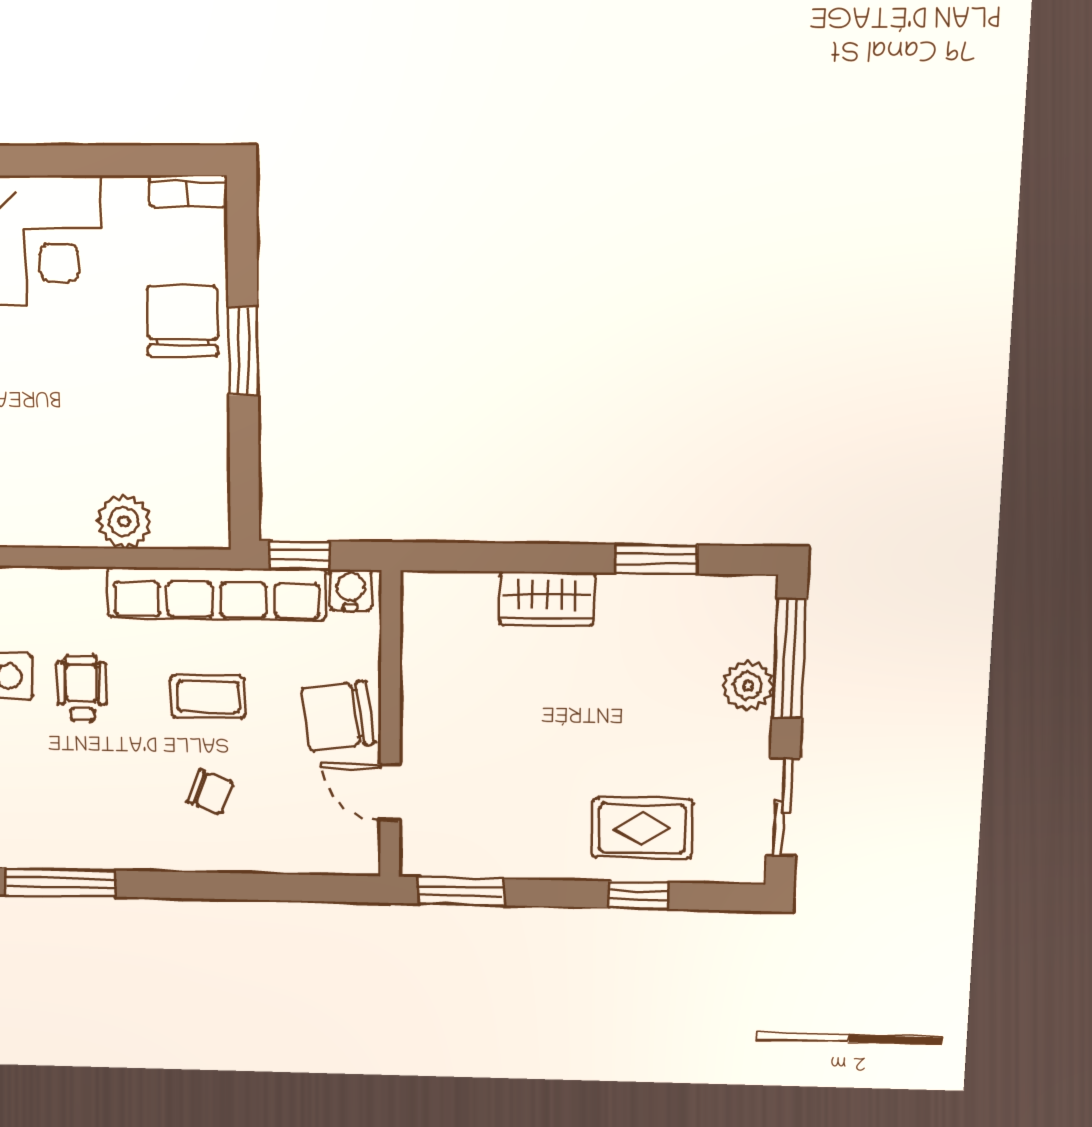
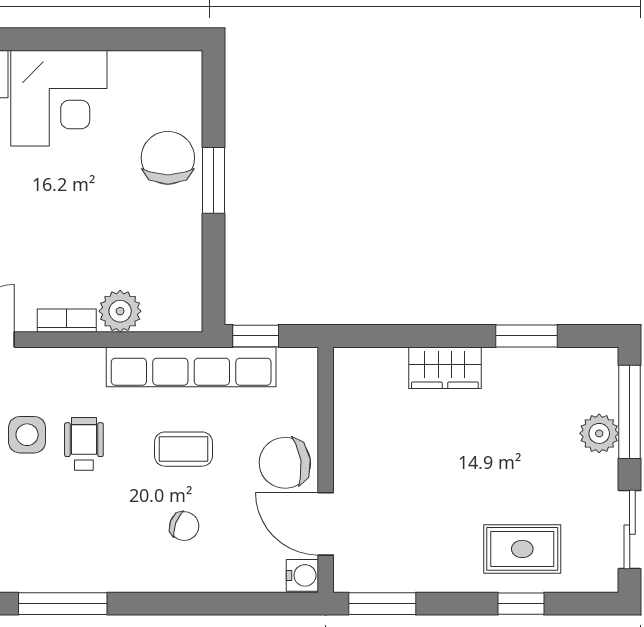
bookcase: (188, 191) -> (67, 321), moved, turned 180
water cooler: (351, 590) -> (302, 575), moved, turned 90
door: (390, 793) -> (326, 524), width x1.37

